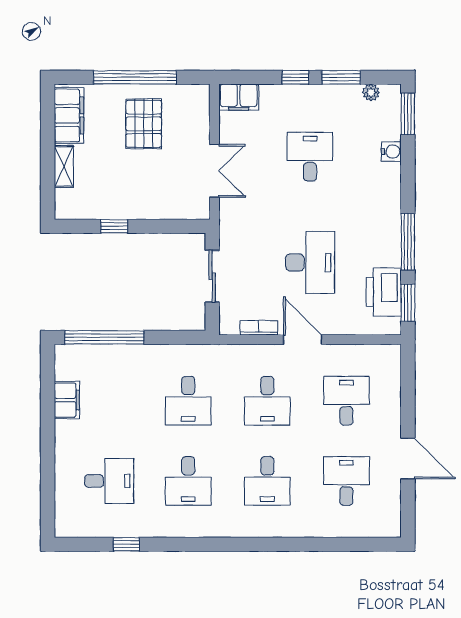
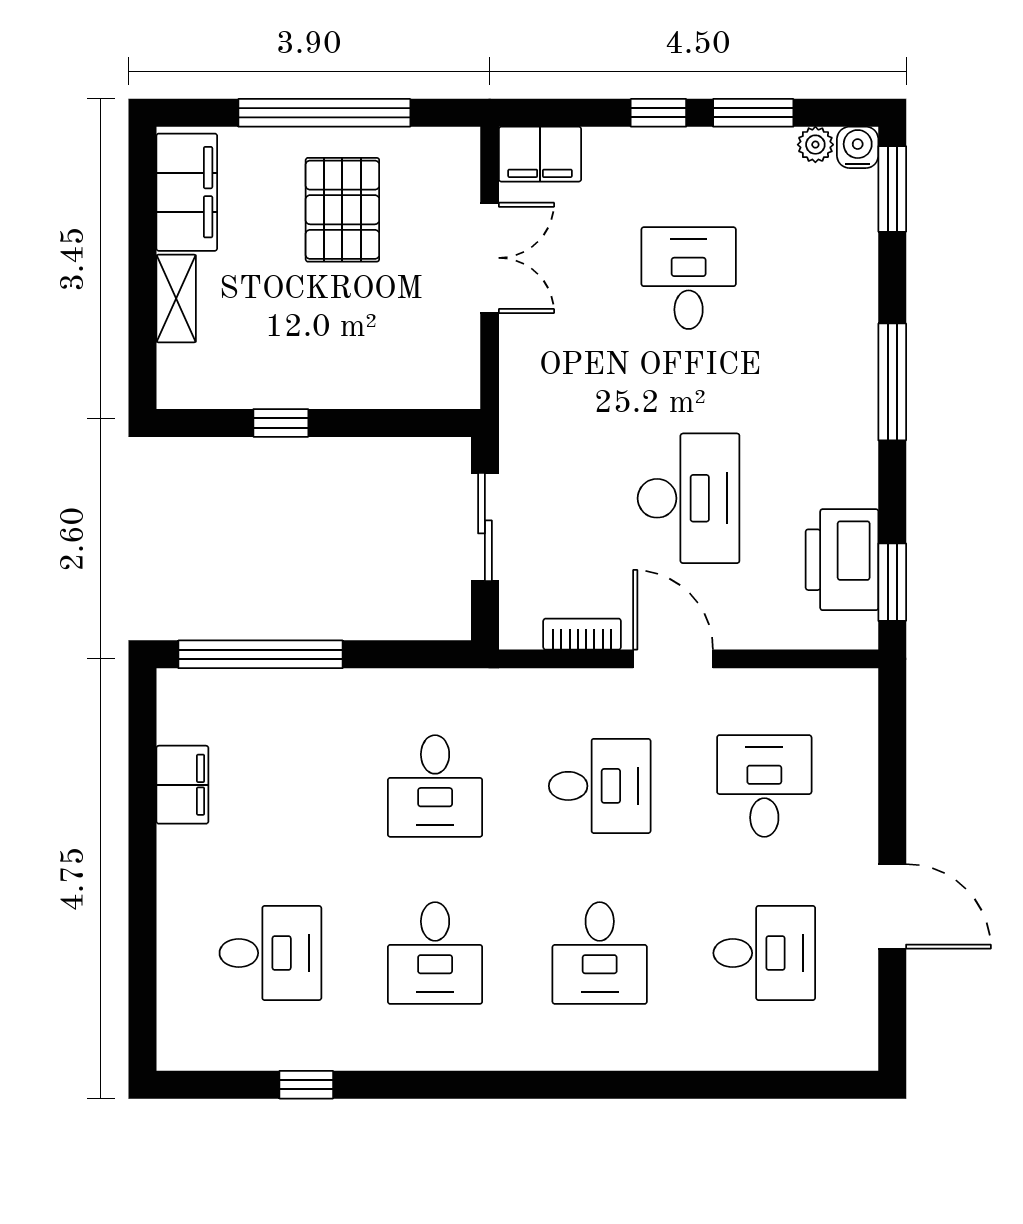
water cooler: (391, 152) -> (858, 147), moved, turned -90
double door: (214, 171) -> (490, 258), moved
window: (408, 242) -> (892, 382), moved
desk: (267, 401) -> (600, 786), turned -90
desk: (346, 481) -> (764, 953), turned 90

